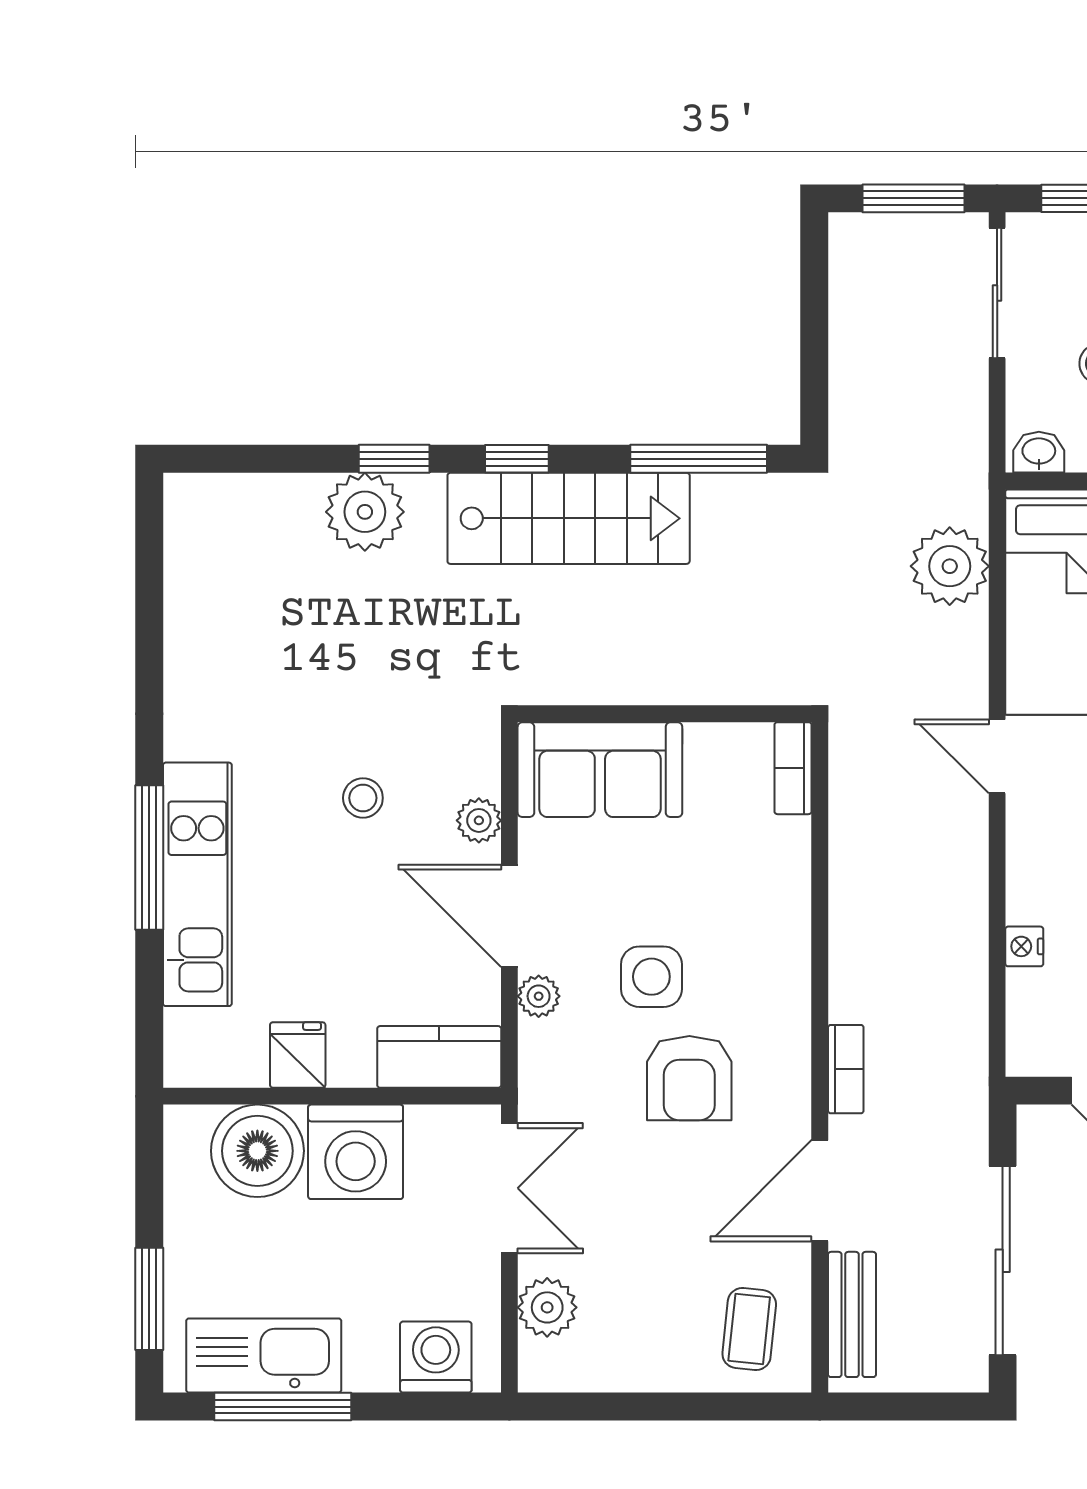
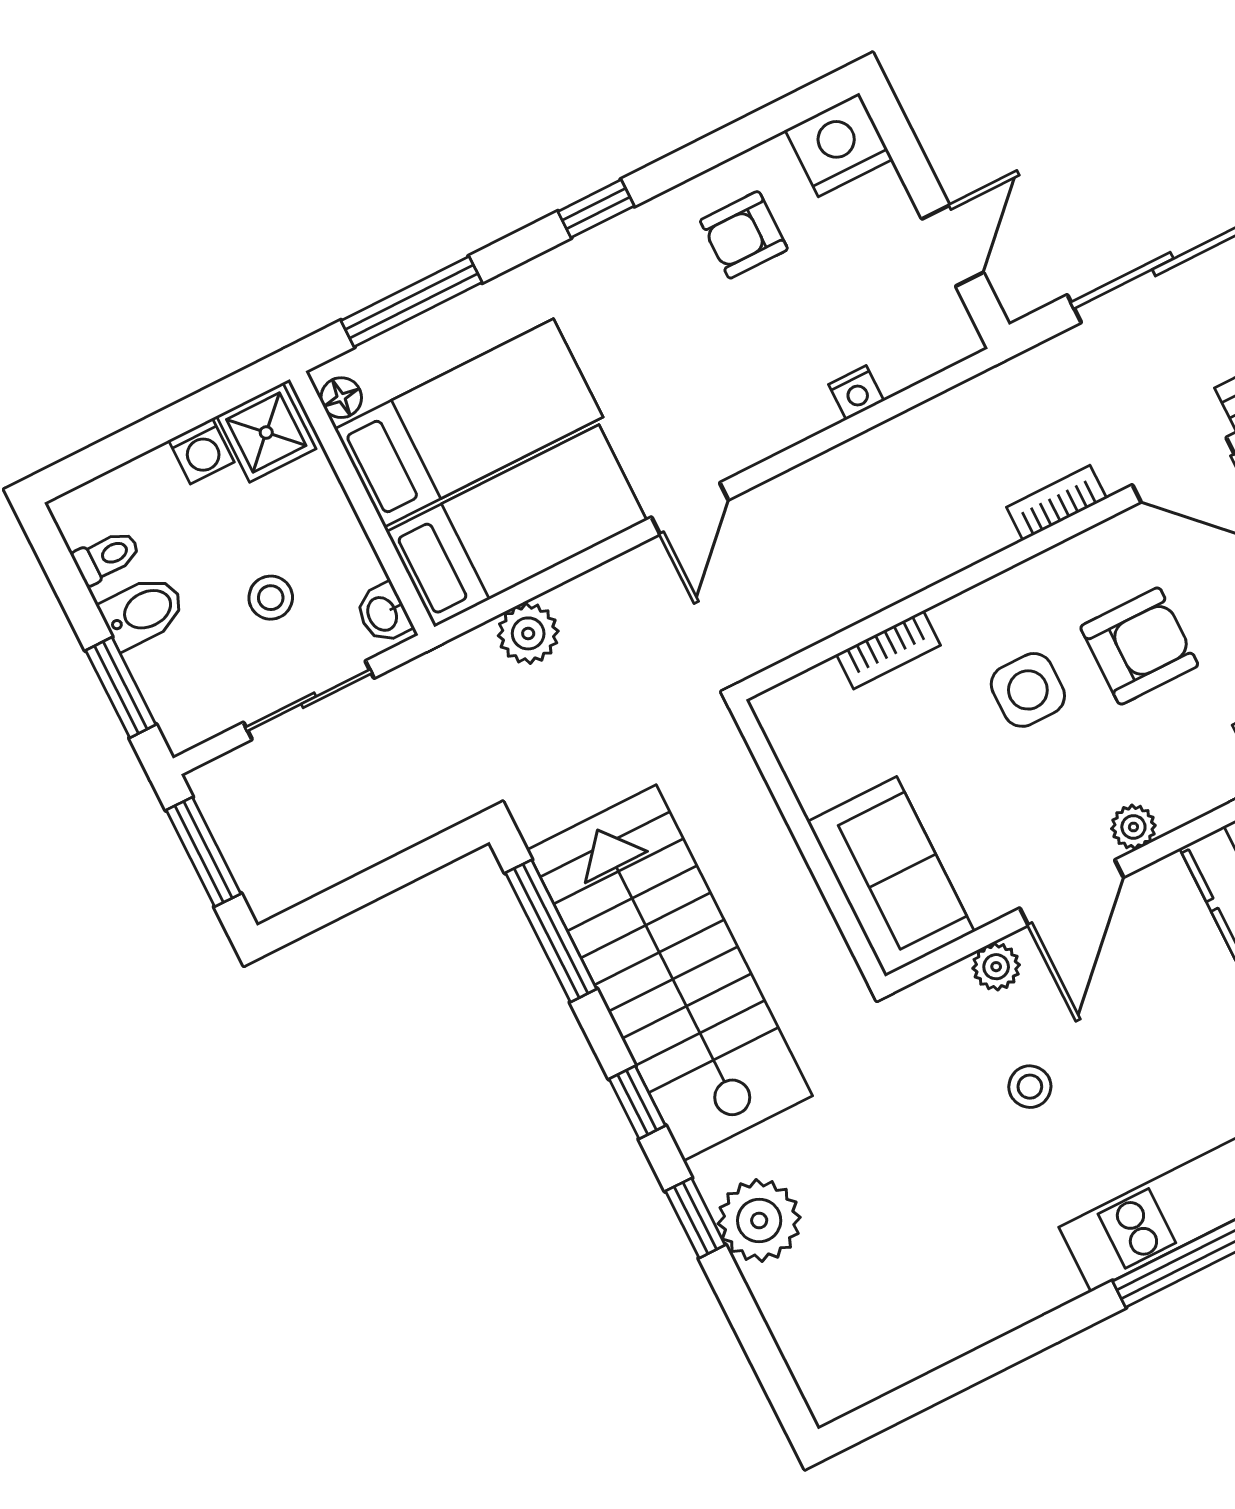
sliding door: (997, 293) -> (309, 700), moved
stairs: (569, 518) -> (670, 973), width x1.36, depth x1.51
plant: (950, 566) -> (528, 633), width x0.73, depth x0.73
bookcase: (793, 768) -> (888, 650), moved
side table: (651, 977) -> (1028, 690), moved

